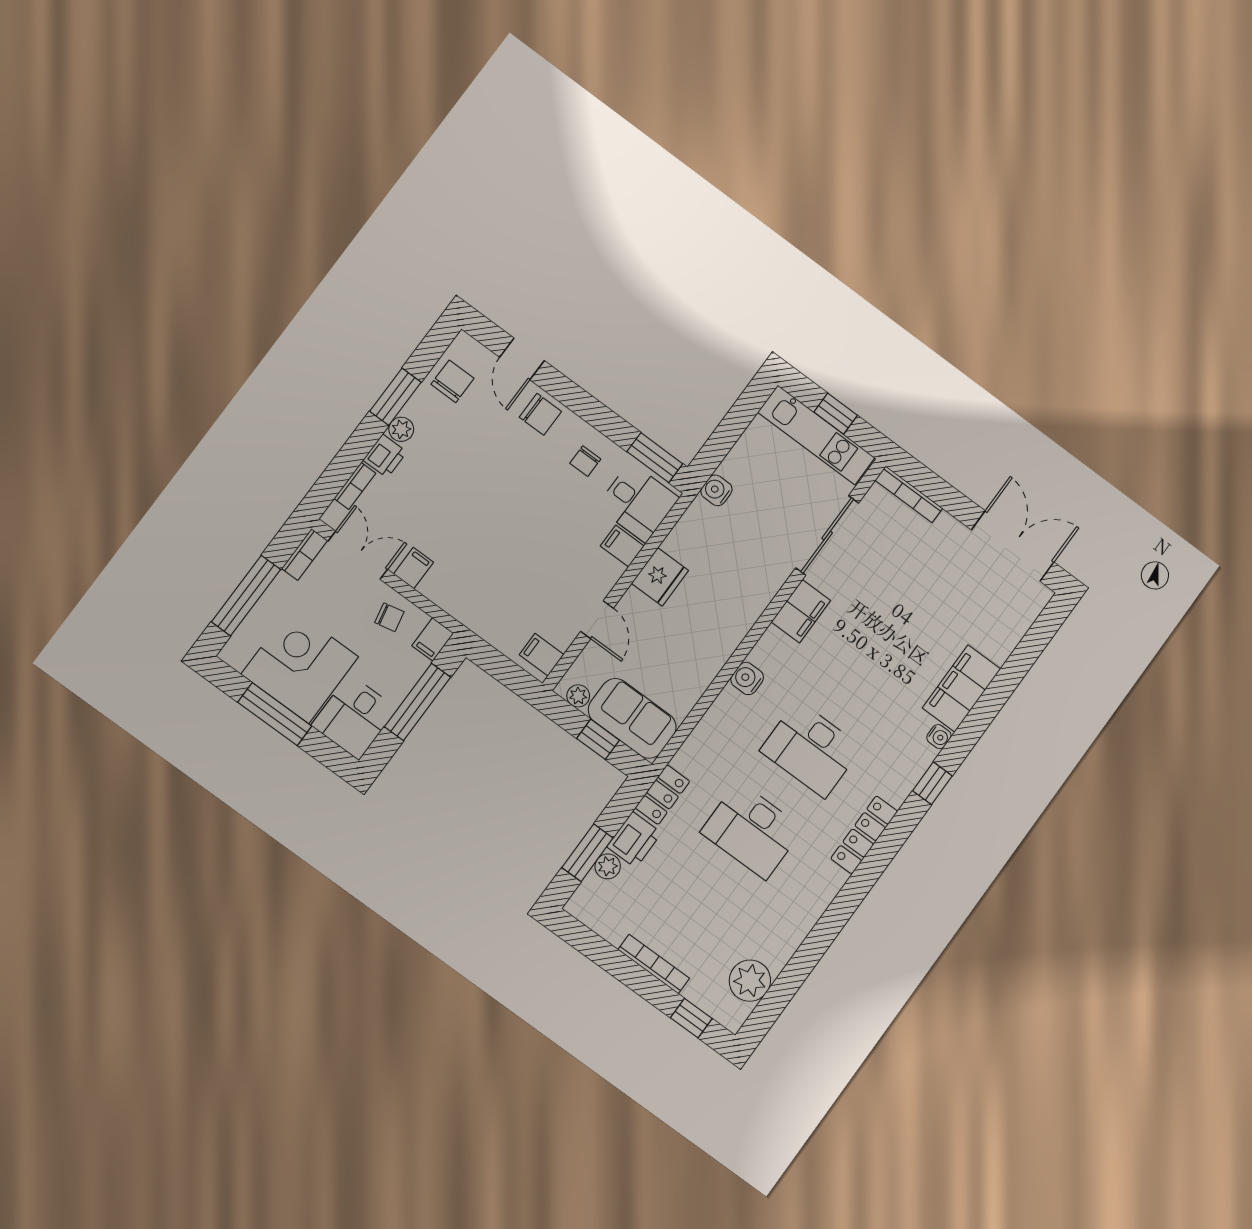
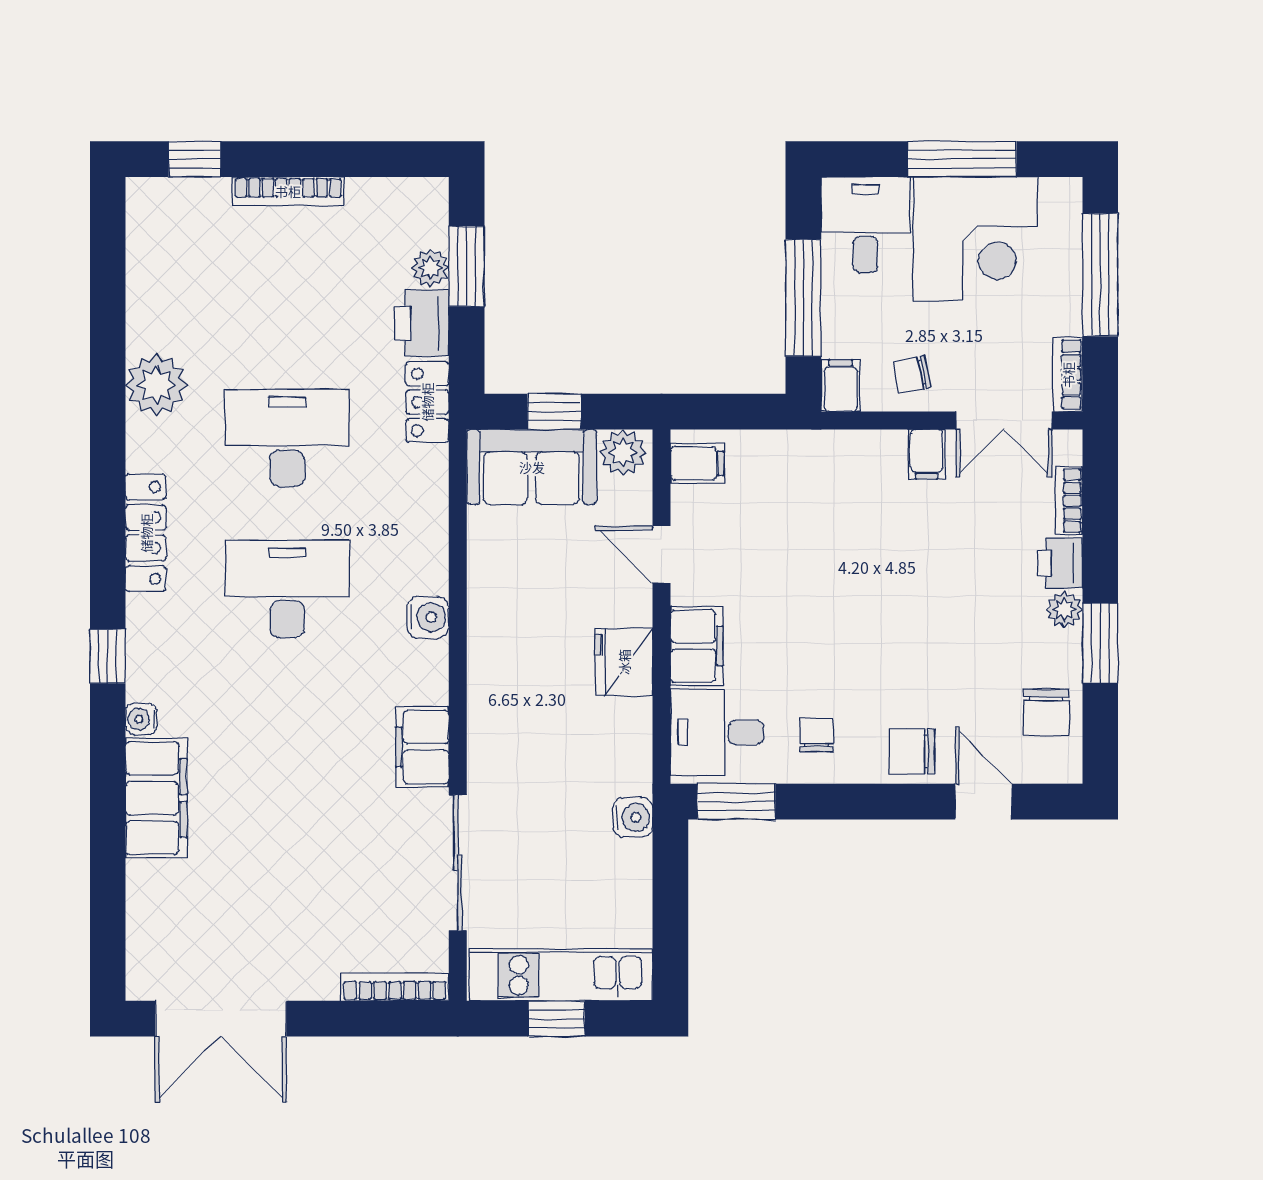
filing cabinet: (622, 546) -> (697, 646), width x2.00
plant: (578, 696) -> (623, 452), width x1.38, depth x1.38
plant: (750, 981) -> (156, 385), moved

